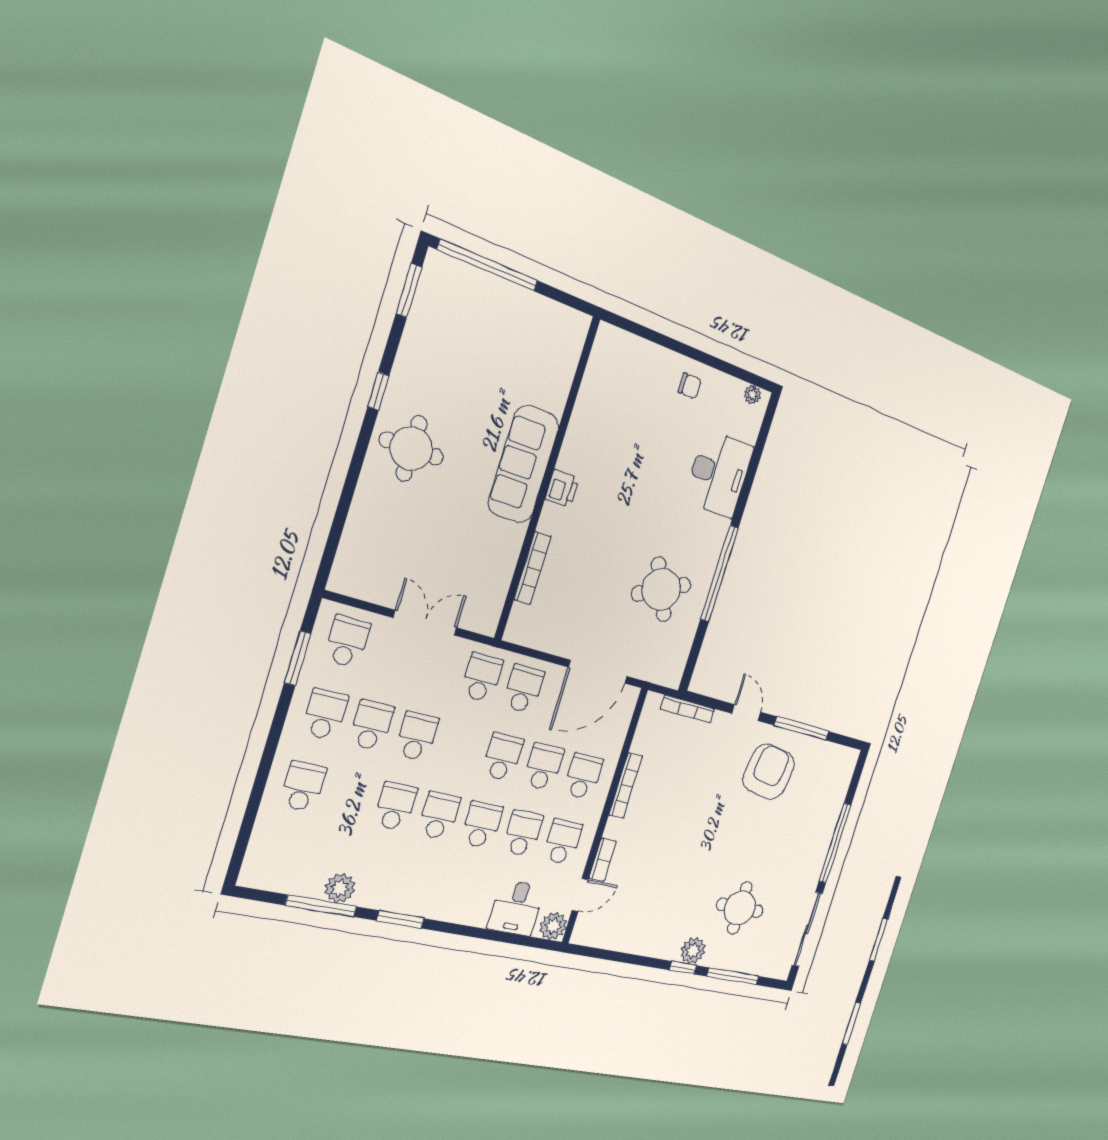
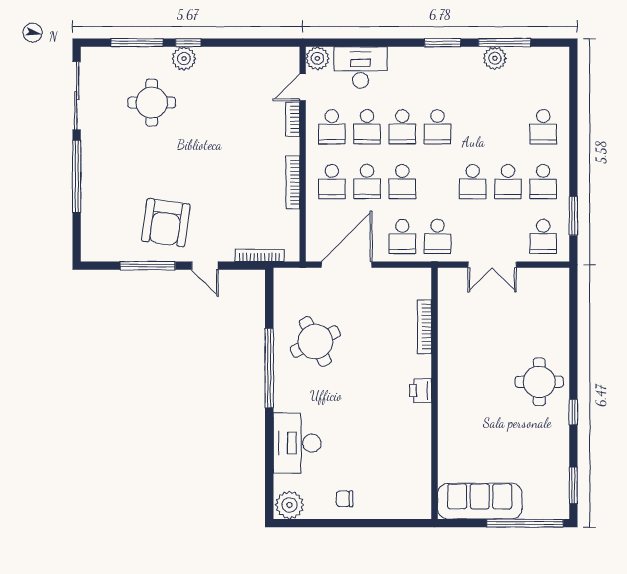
plant: (752, 395) -> (290, 505), width x1.87, depth x1.87
sofa: (524, 464) -> (480, 501), moved, turned -90
school desk: (395, 806) -> (473, 127), removed
desk: (516, 908) -> (360, 68), width x1.37

